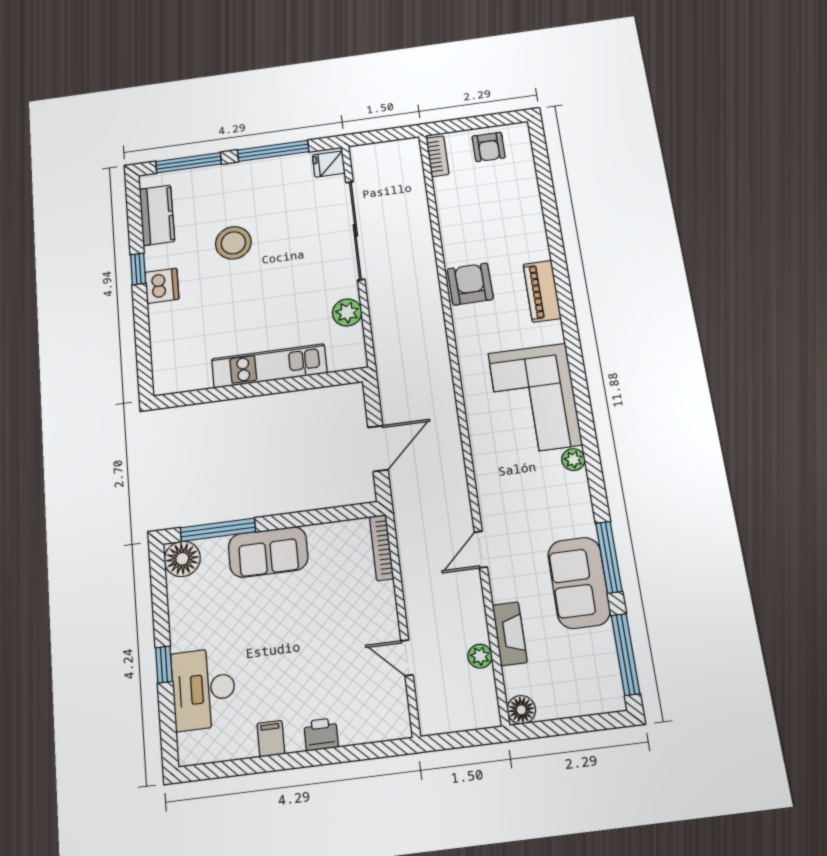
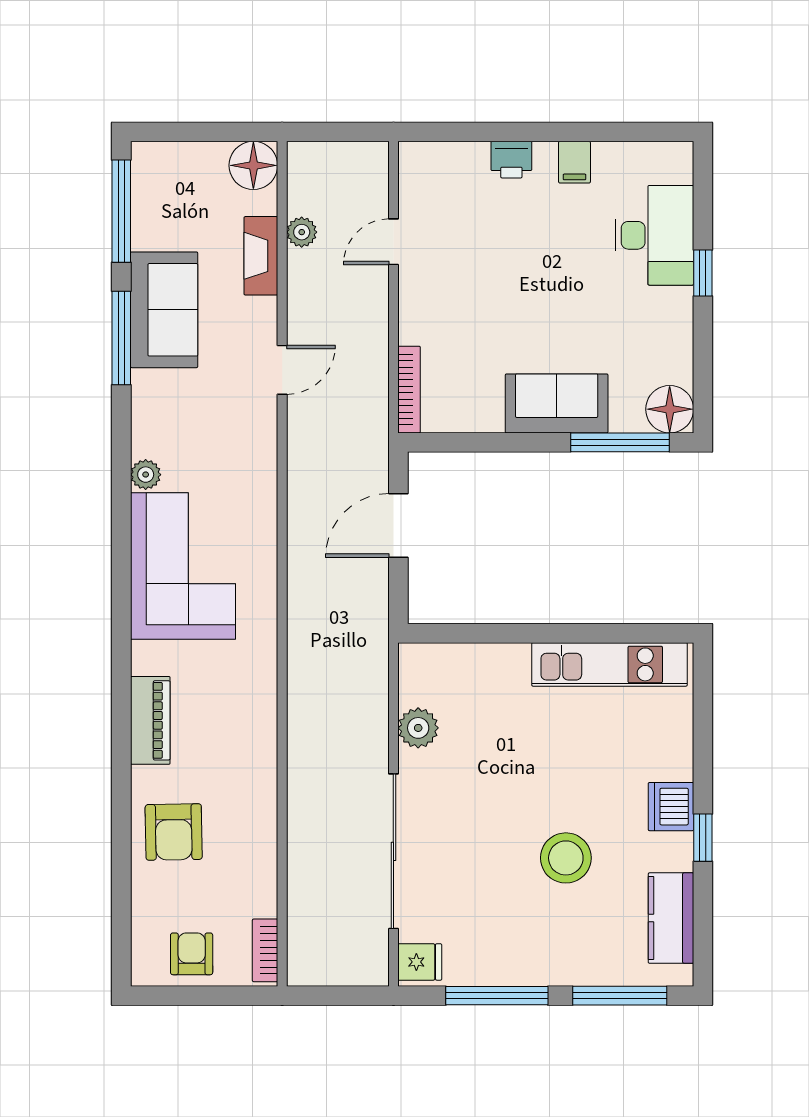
armchair: (470, 284) -> (174, 832), moved
kitchen unit: (269, 366) -> (609, 664), moved
door: (407, 658) -> (393, 242), swing flipped
floor lamp: (521, 710) -> (253, 165), width x1.38, depth x1.38

